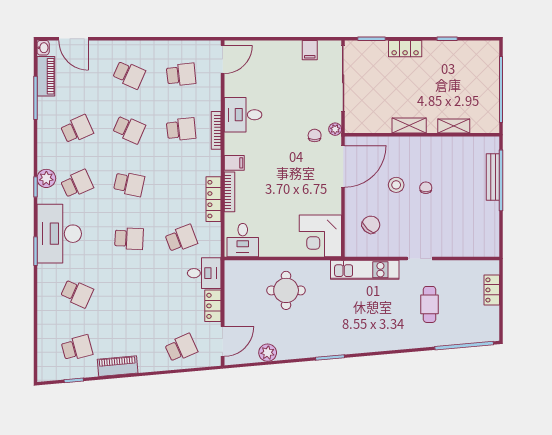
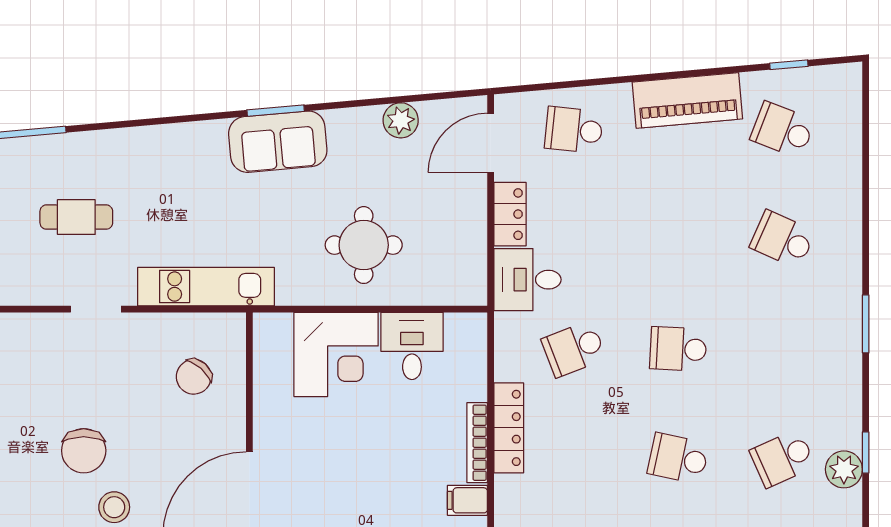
stool: (396, 185) -> (114, 507), moved
chair: (426, 188) -> (84, 451), width x1.87, depth x1.87
desk: (59, 234) -> (818, 359), removed
corner desk: (320, 236) -> (336, 354), moved, turned 90
desk: (243, 240) -> (412, 346), moved
cafe table: (430, 304) -> (76, 217), turned 90
sofa: (329, 342) -> (278, 142), added
school desk: (77, 348) -> (783, 130), turned 36
school desk: (181, 348) -> (574, 130), turned 30
piano: (118, 366) -> (687, 100), width x1.37, depth x1.33

